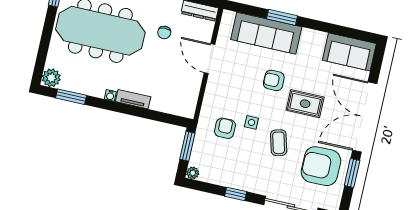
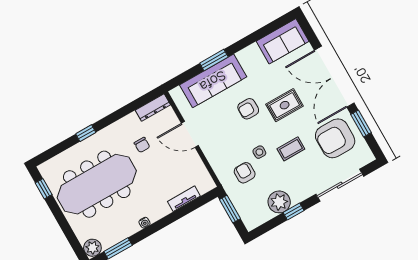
tv unit: (133, 99) -> (184, 199), moved
coffee table: (279, 143) -> (291, 149), turned -75
plant: (193, 173) -> (279, 202), moved, width x1.87, depth x1.87

